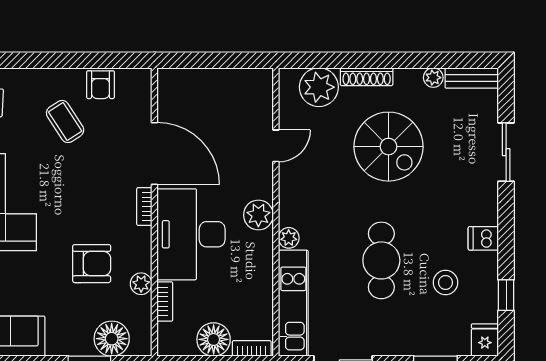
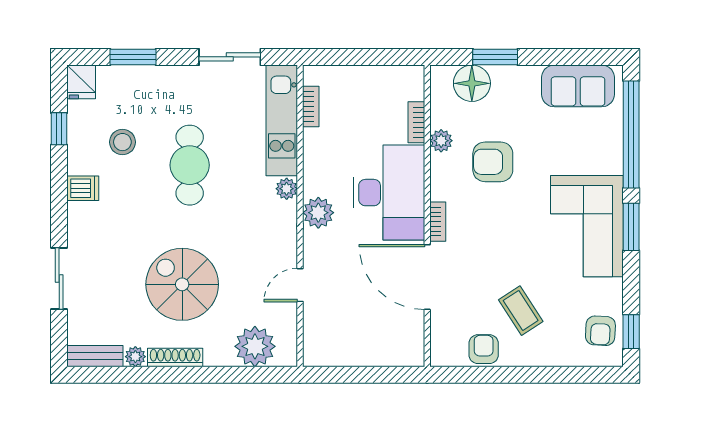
shoe rack: (367, 77) -> (175, 357), moved
floor lamp: (214, 339) -> (365, 82), removed
bookcase: (252, 348) -> (311, 107), moved, turned -90

